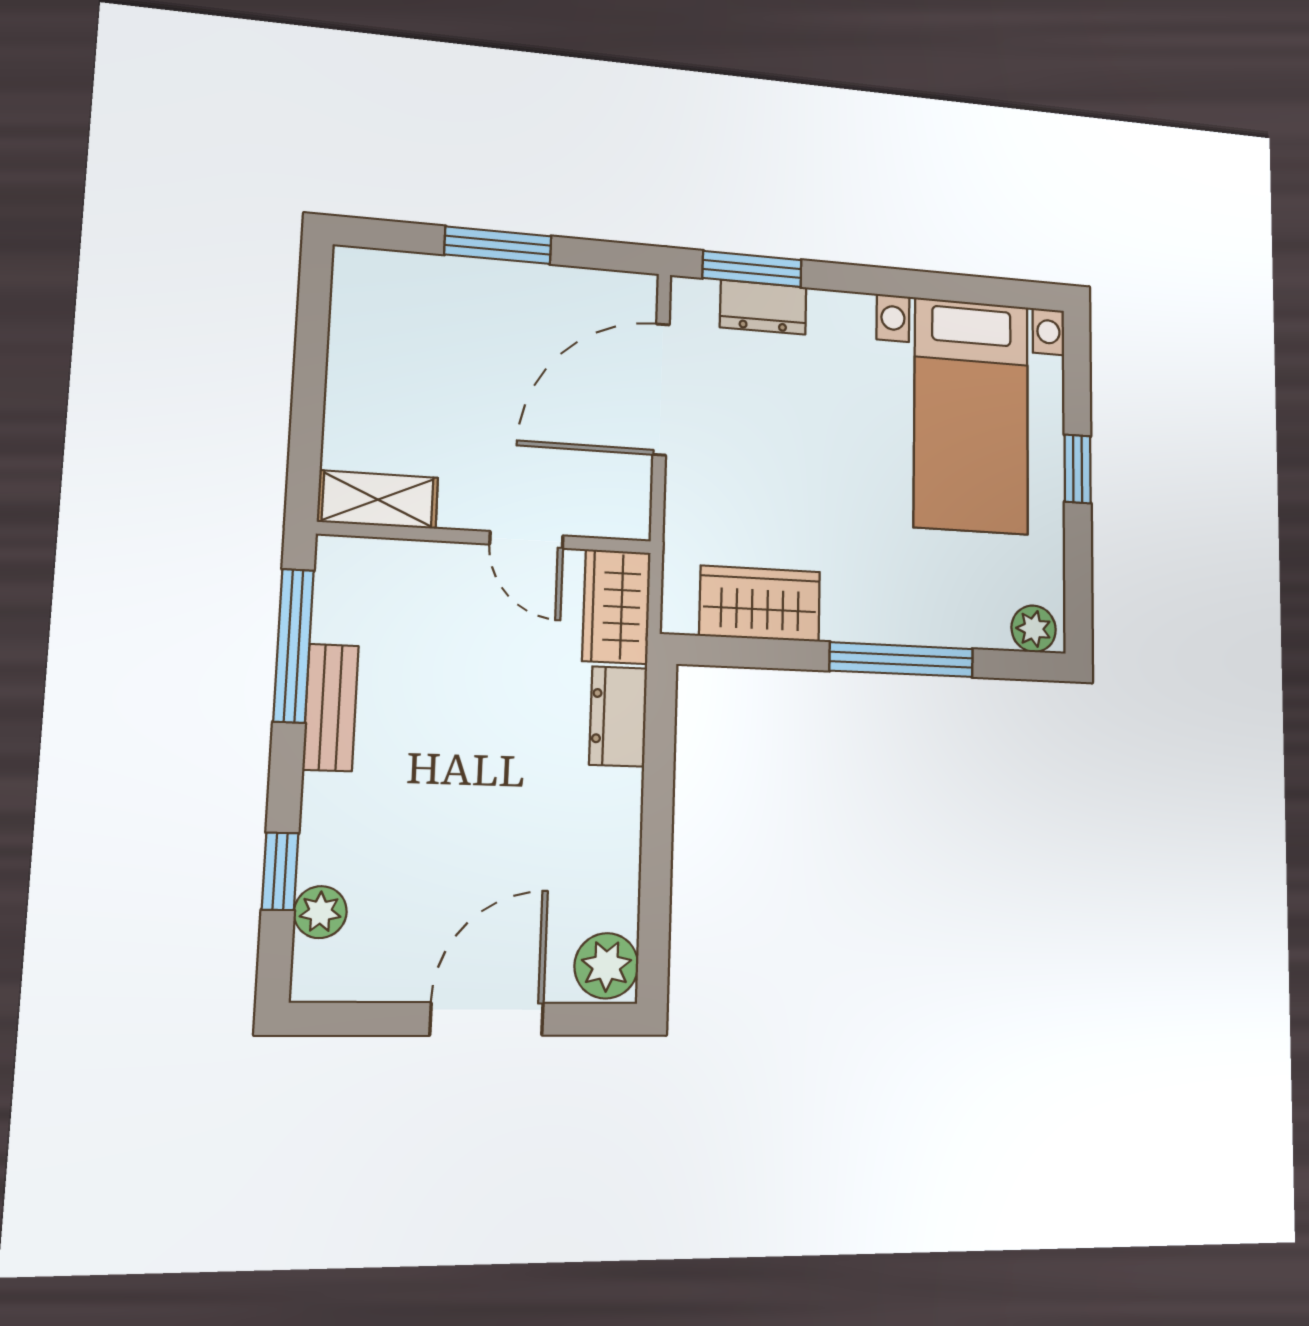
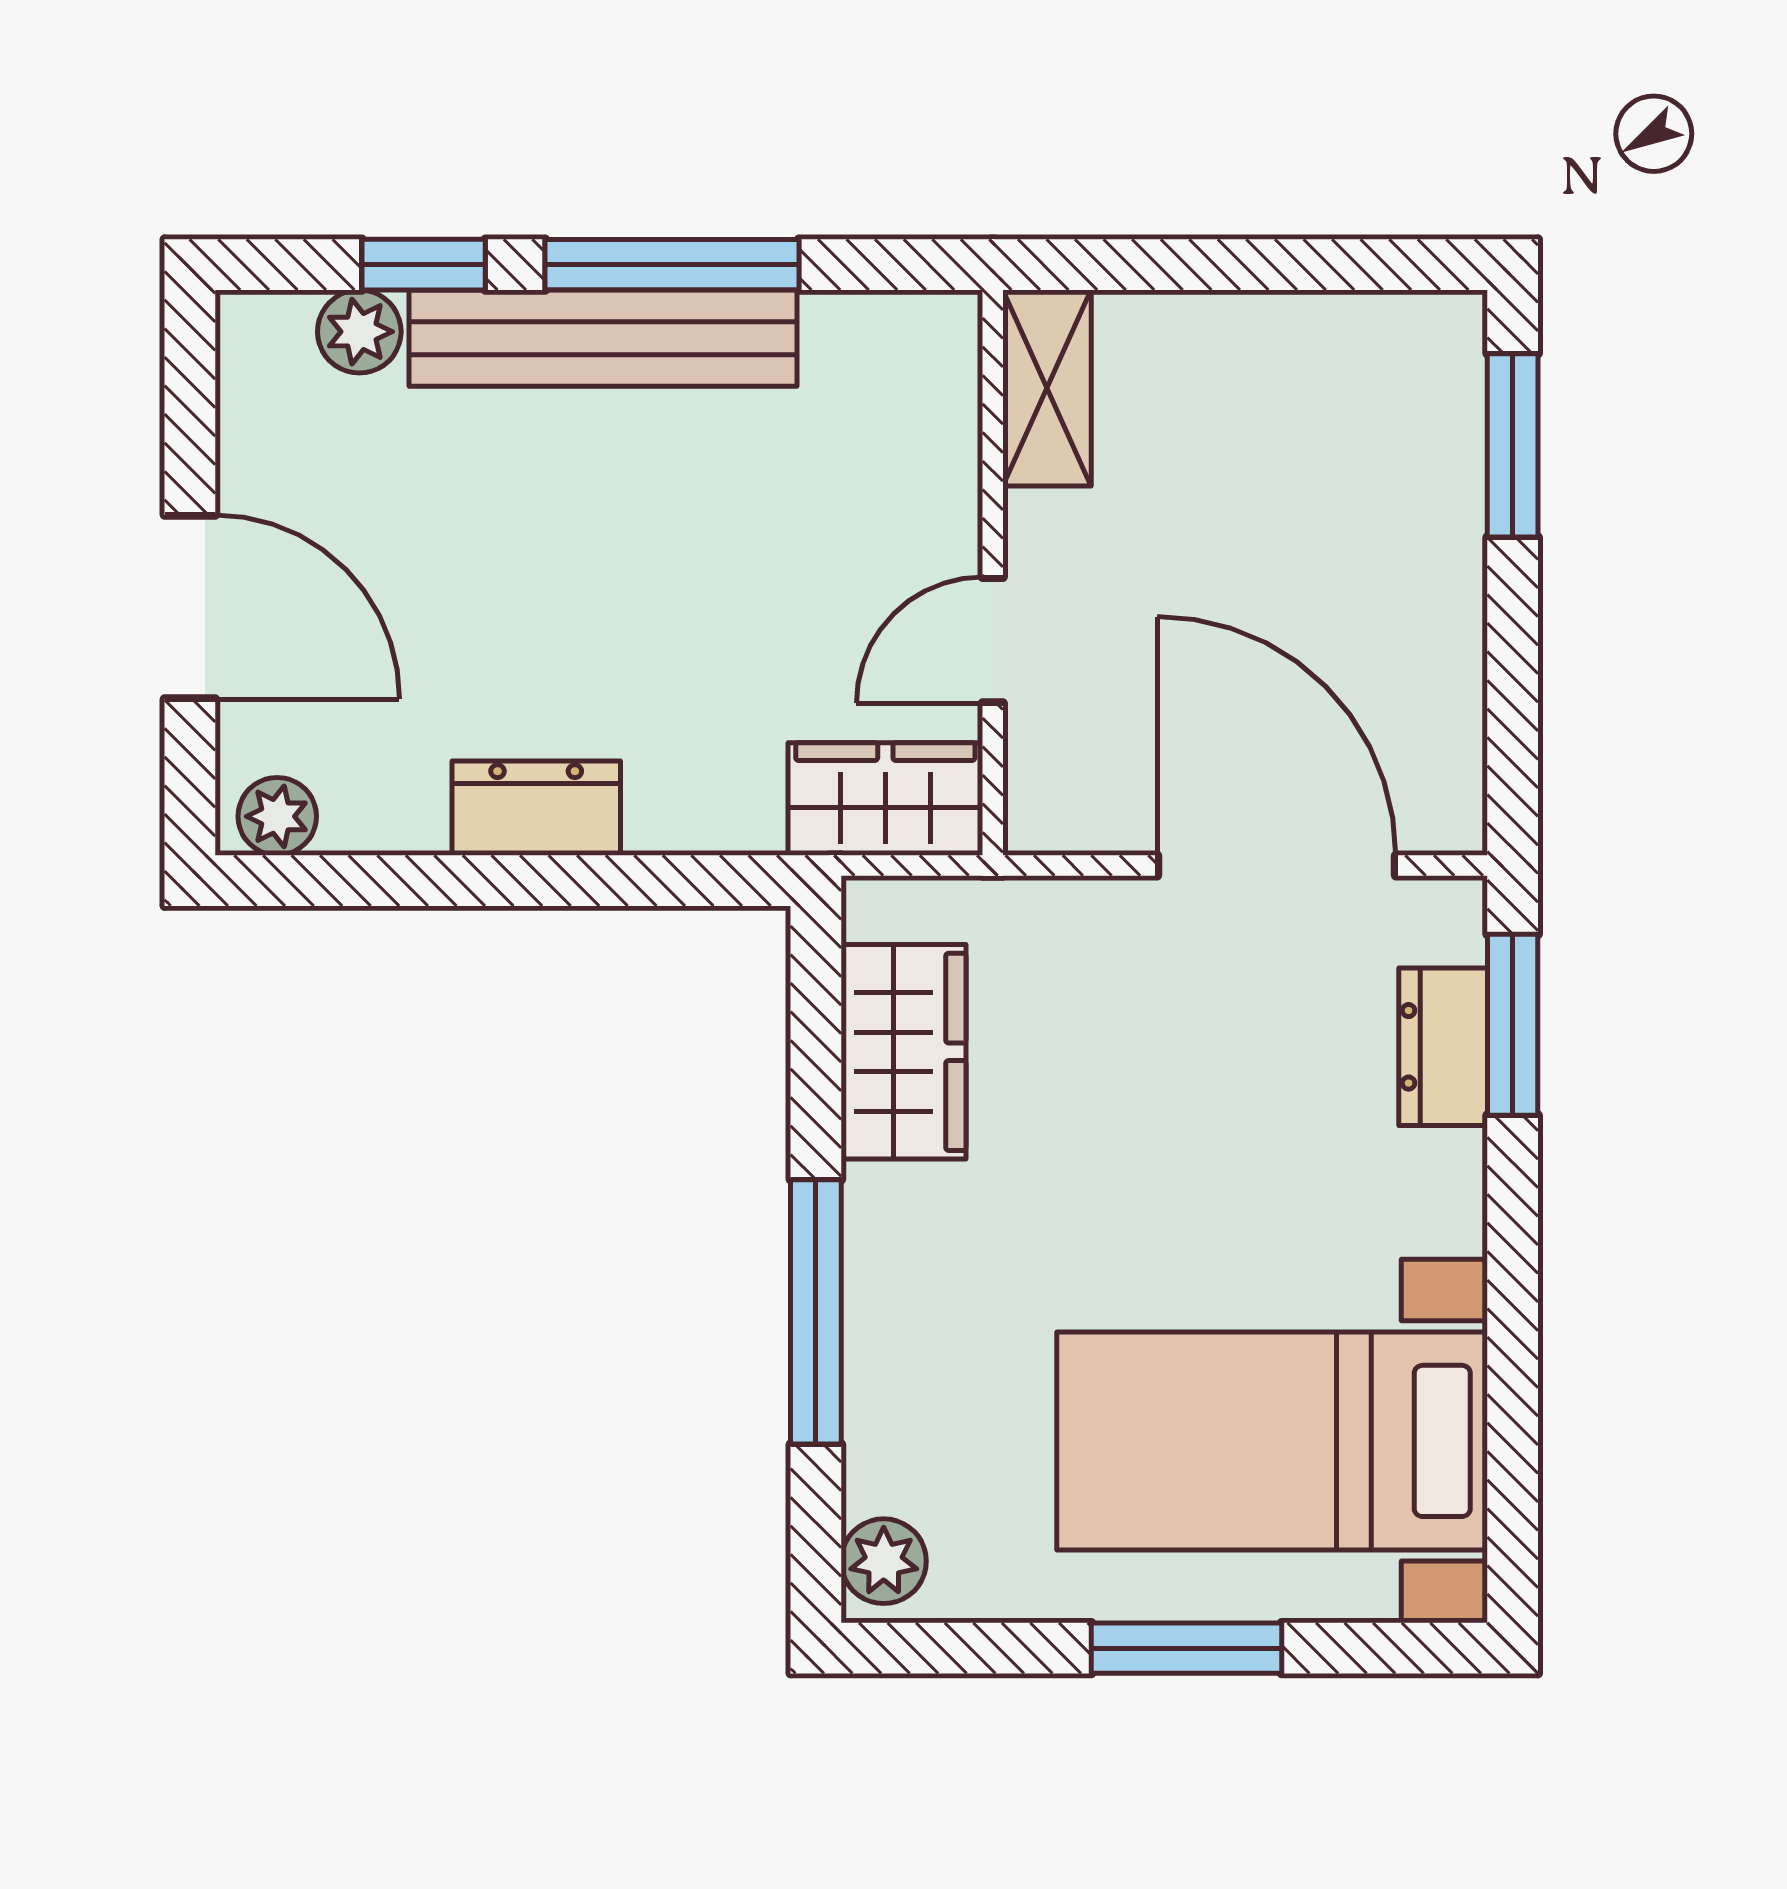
window: (498, 245) -> (1513, 445), moved
window: (1078, 469) -> (1187, 1648), width x1.50
window: (294, 646) -> (672, 265), moved
bench: (331, 707) -> (603, 338), width x1.86, depth x1.21
dresser: (618, 716) -> (536, 808), moved
plant: (606, 966) -> (277, 816), width x0.73, depth x0.73

